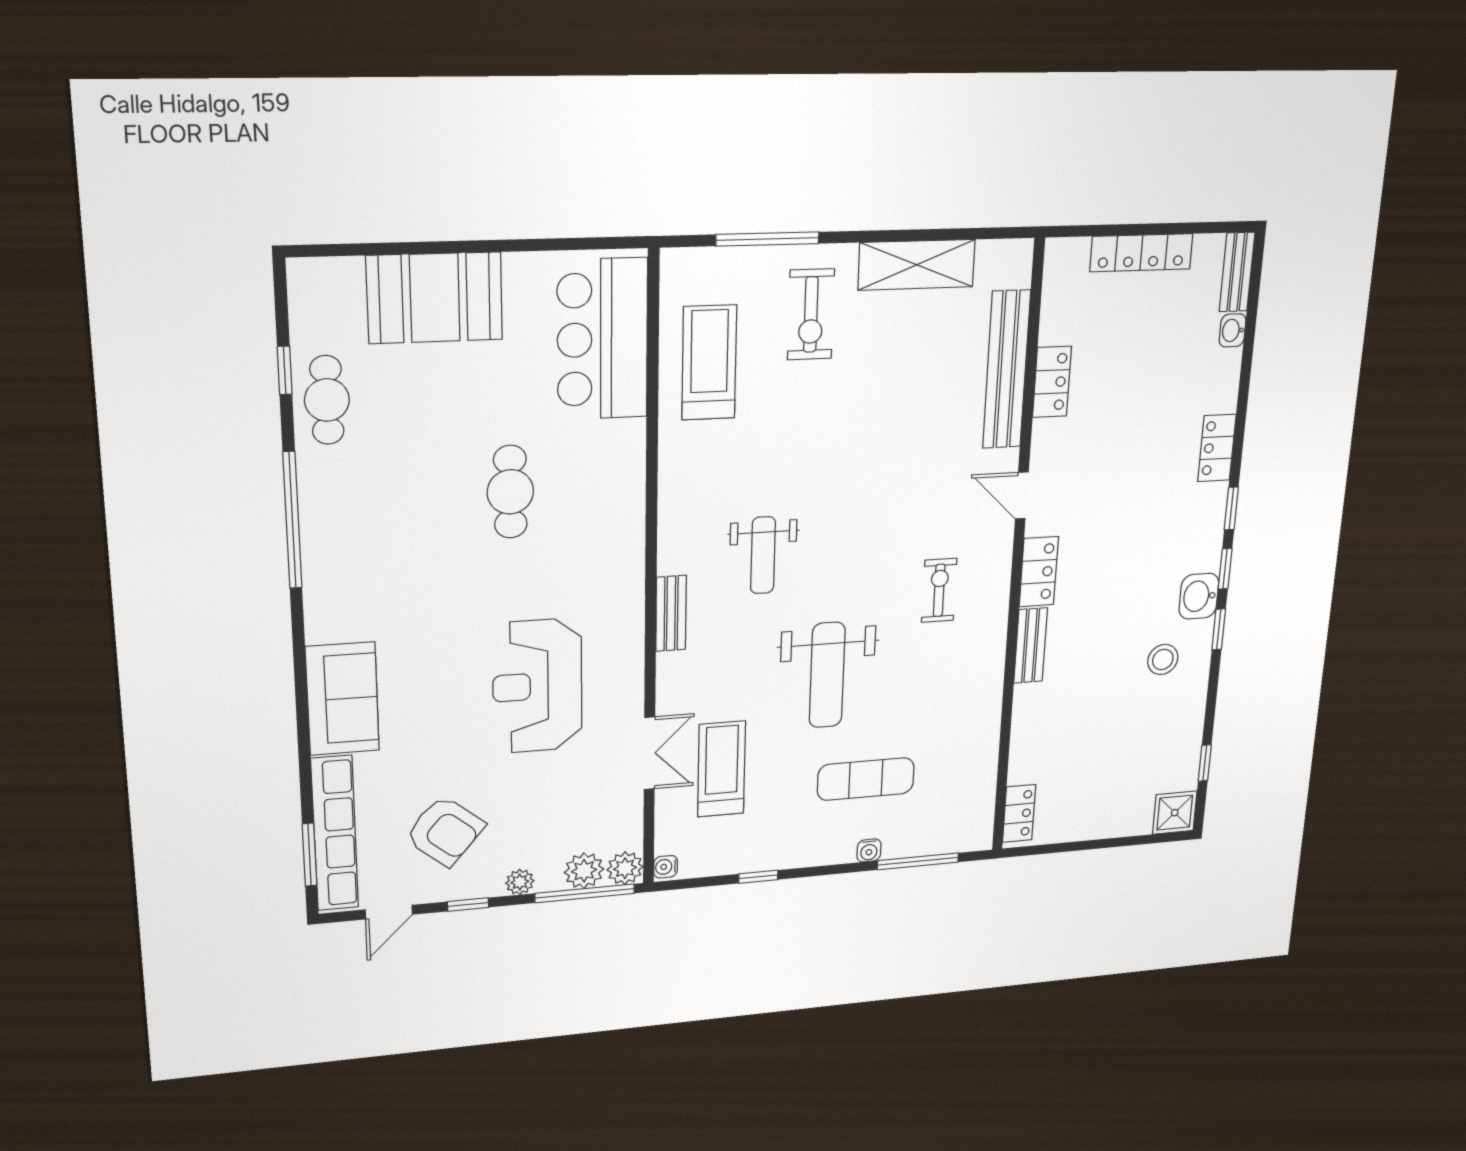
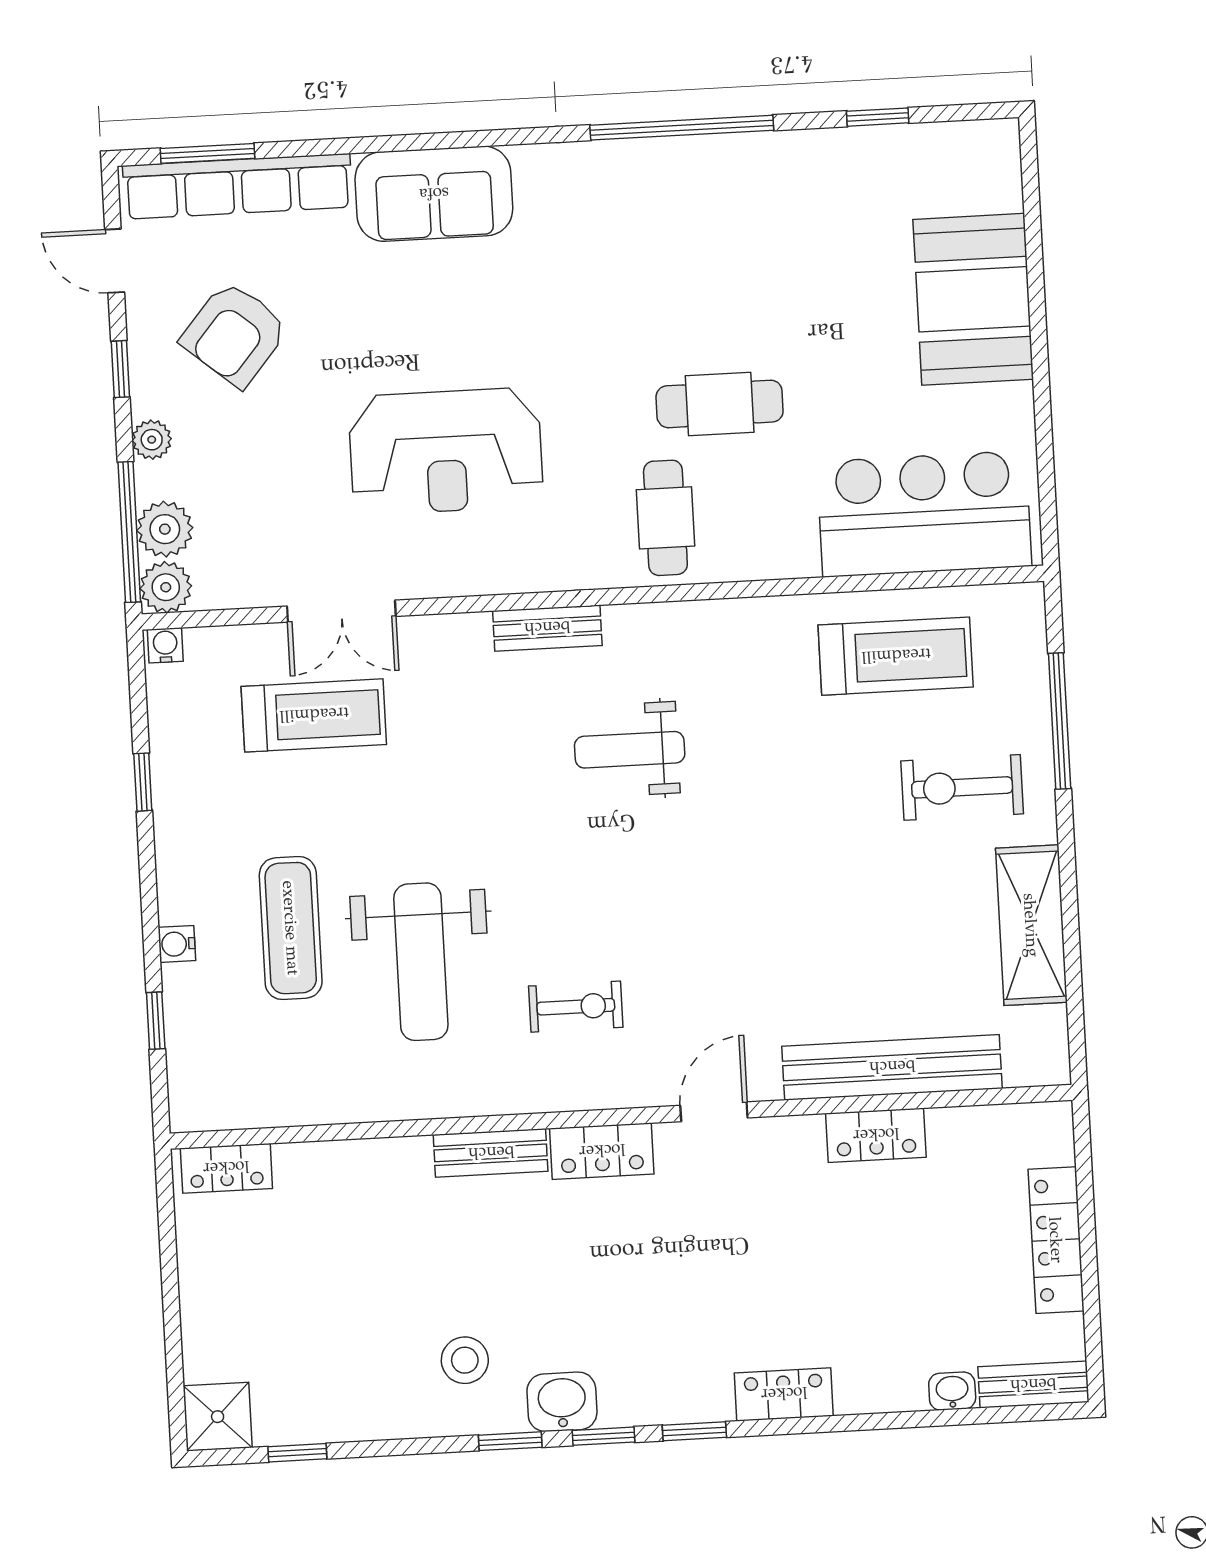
cafe table: (327, 400) -> (665, 518), moved, turned 90
weight bench: (827, 675) -> (421, 962), moved, turned -90
reception desk: (537, 686) -> (446, 451), turned 180
window: (918, 861) -> (156, 1021), width x0.46

